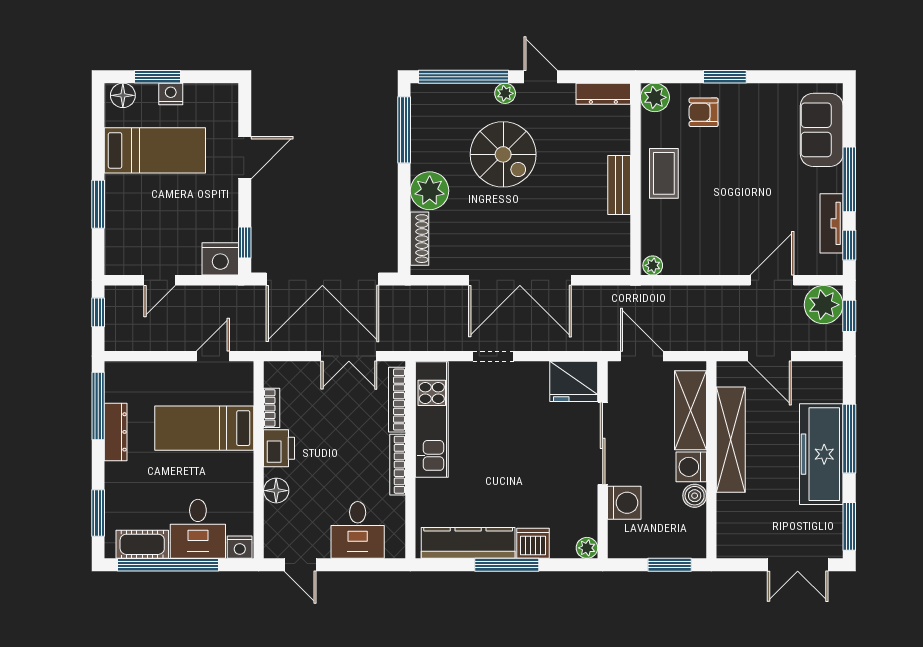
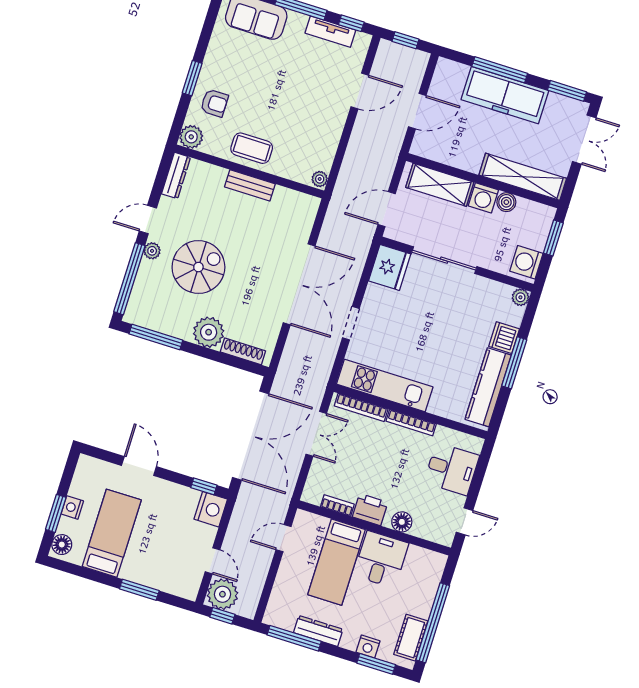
armchair: (704, 112) -> (214, 103), turned -90
door: (772, 280) -> (360, 91), swing flipped
plant: (824, 305) -> (222, 594), moved
door: (213, 356) -> (283, 538), hinge flipped
shelving: (731, 440) -> (523, 177), moved
washing machine: (624, 503) -> (526, 262), moved, turned -90
desk: (198, 529) -> (381, 559), moved, turned -90
nightstand: (240, 547) -> (368, 647), moved, turned 90

